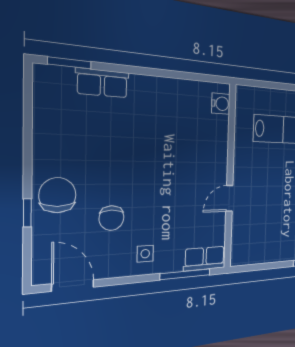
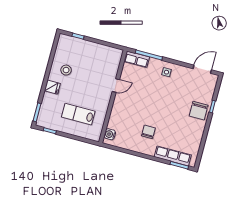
row of seats: (102, 83) -> (173, 156), width x1.48
chair: (112, 218) -> (148, 132), moved
door: (73, 285) -> (202, 69), swing flipped

